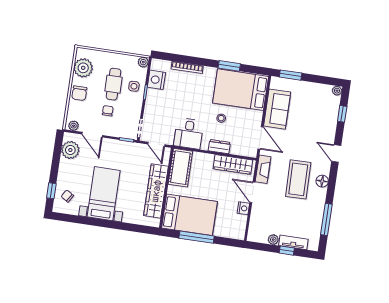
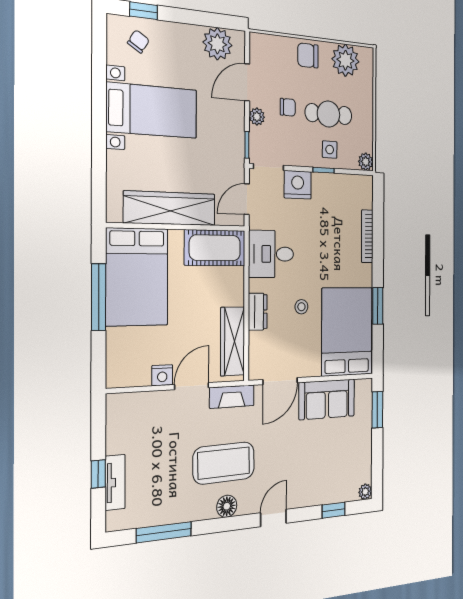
nightstand: (156, 80) -> (298, 185), moved
plant: (74, 126) -> (257, 117), moved
plant: (273, 240) -> (115, 443), removed

